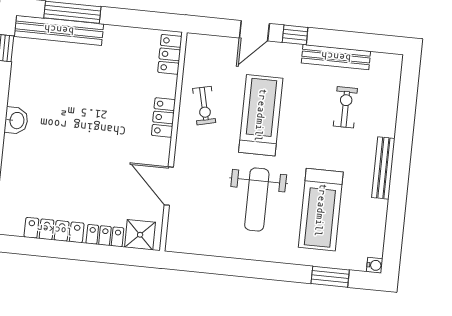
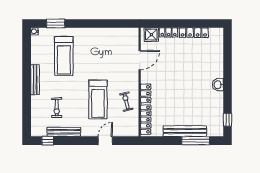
bench: (59, 30) -> (185, 131), moved
window: (295, 35) -> (48, 141), moved
locker: (170, 54) -> (146, 120), width x1.53
door: (169, 186) -> (140, 60), hinge flipped
weight bench: (257, 199) -> (96, 58), removed
treadmill: (321, 210) -> (64, 56), turned 180

